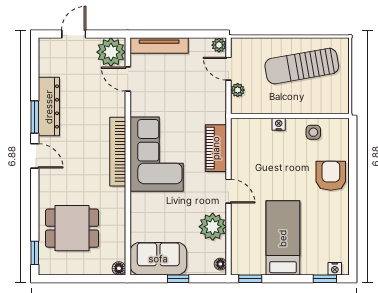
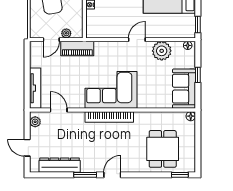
plant: (219, 45) -> (35, 46), removed
plant: (111, 52) -> (35, 122), width x0.53, depth x0.53
door: (128, 79) -> (59, 110), swing flipped
dresser: (49, 107) -> (60, 165), moved
piano: (216, 148) -> (77, 49), moved

